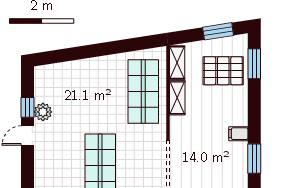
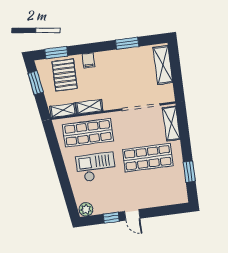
checkout: (97, 96) -> (96, 167), added
plant: (43, 112) -> (86, 209), moved
filing cabinet: (238, 134) -> (88, 60), moved

